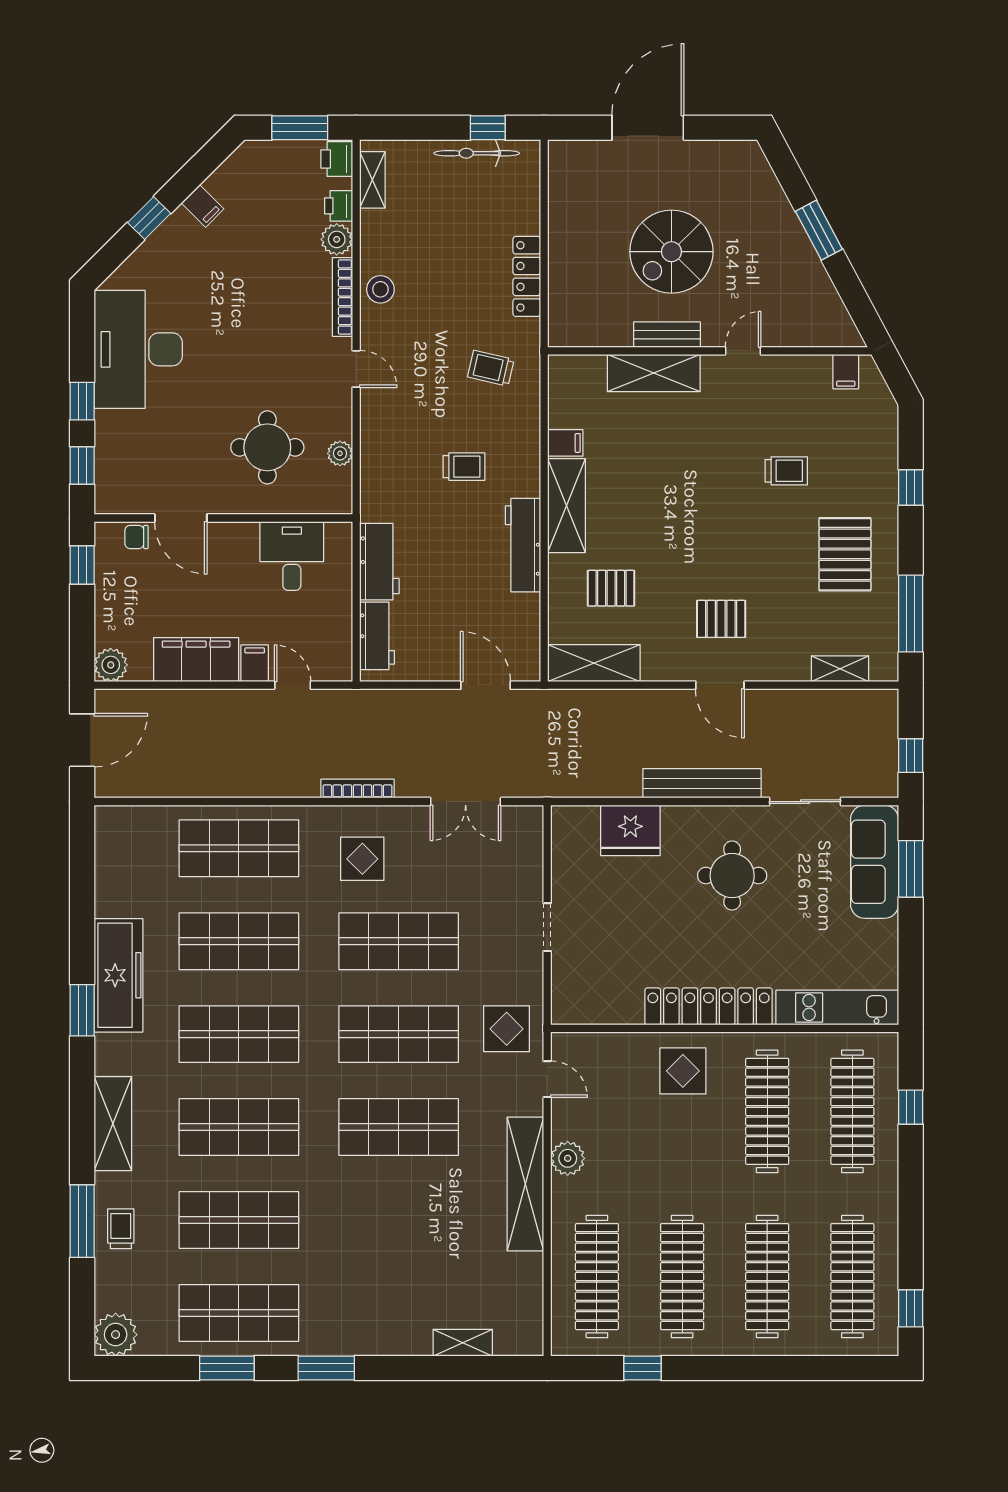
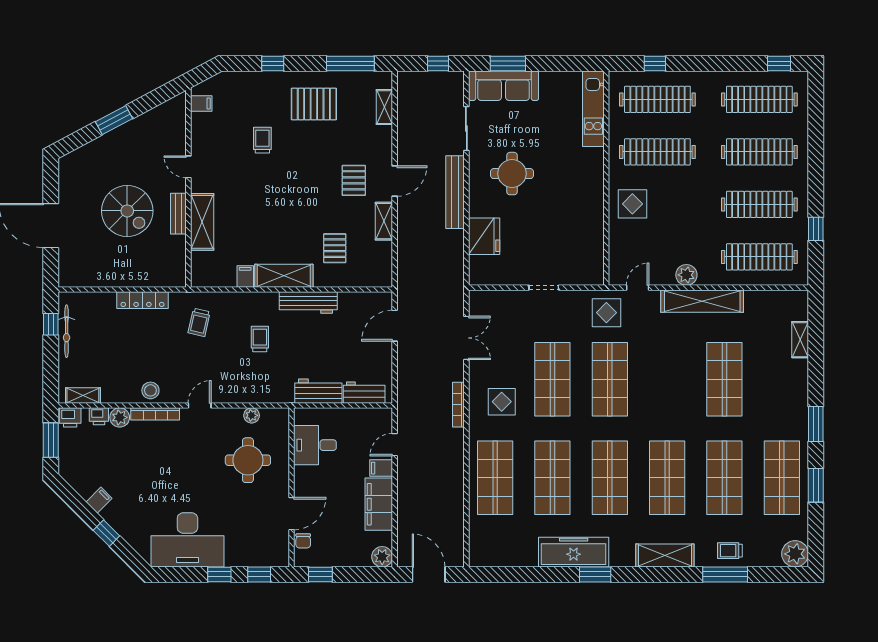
shelving: (594, 663) -> (384, 221), moved, width x0.67, depth x0.75
locker: (709, 1006) -> (593, 188), removed
shop shelf: (399, 1127) -> (724, 379), moved

